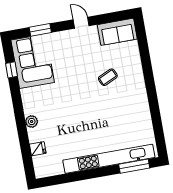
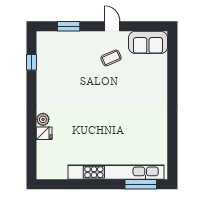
corner sofa: (33, 61) -> (55, 57), removed
coffee table: (108, 77) -> (111, 58), moved
fridge: (38, 149) -> (44, 133), moved

